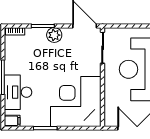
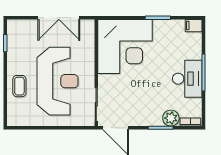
plant: (54, 35) -> (171, 118), moved
desk: (18, 92) -> (187, 79), moved

